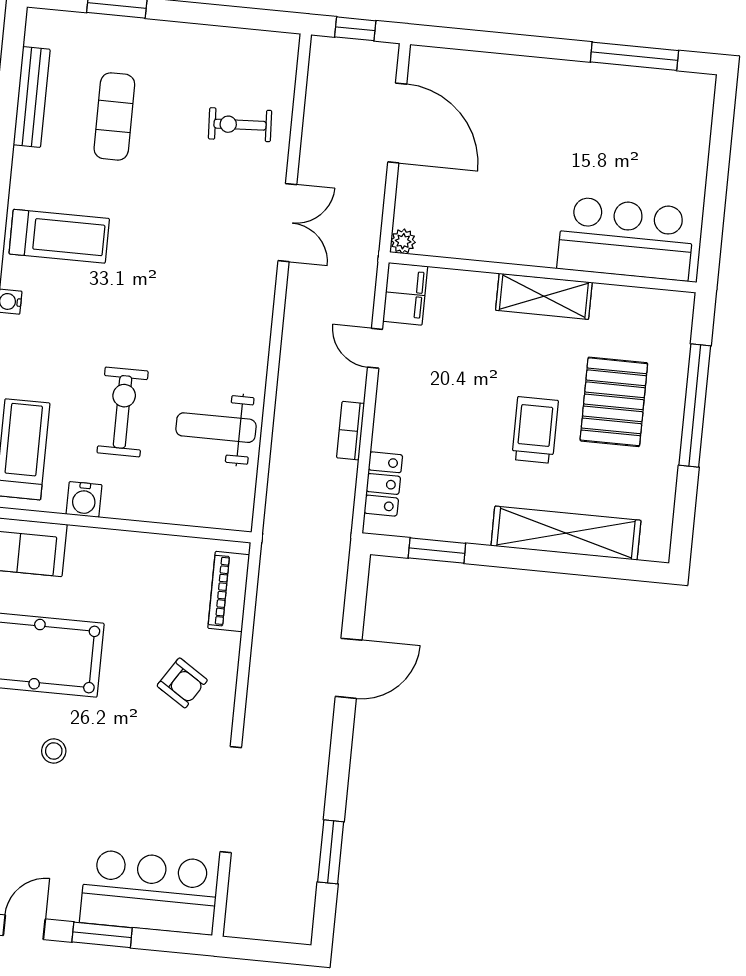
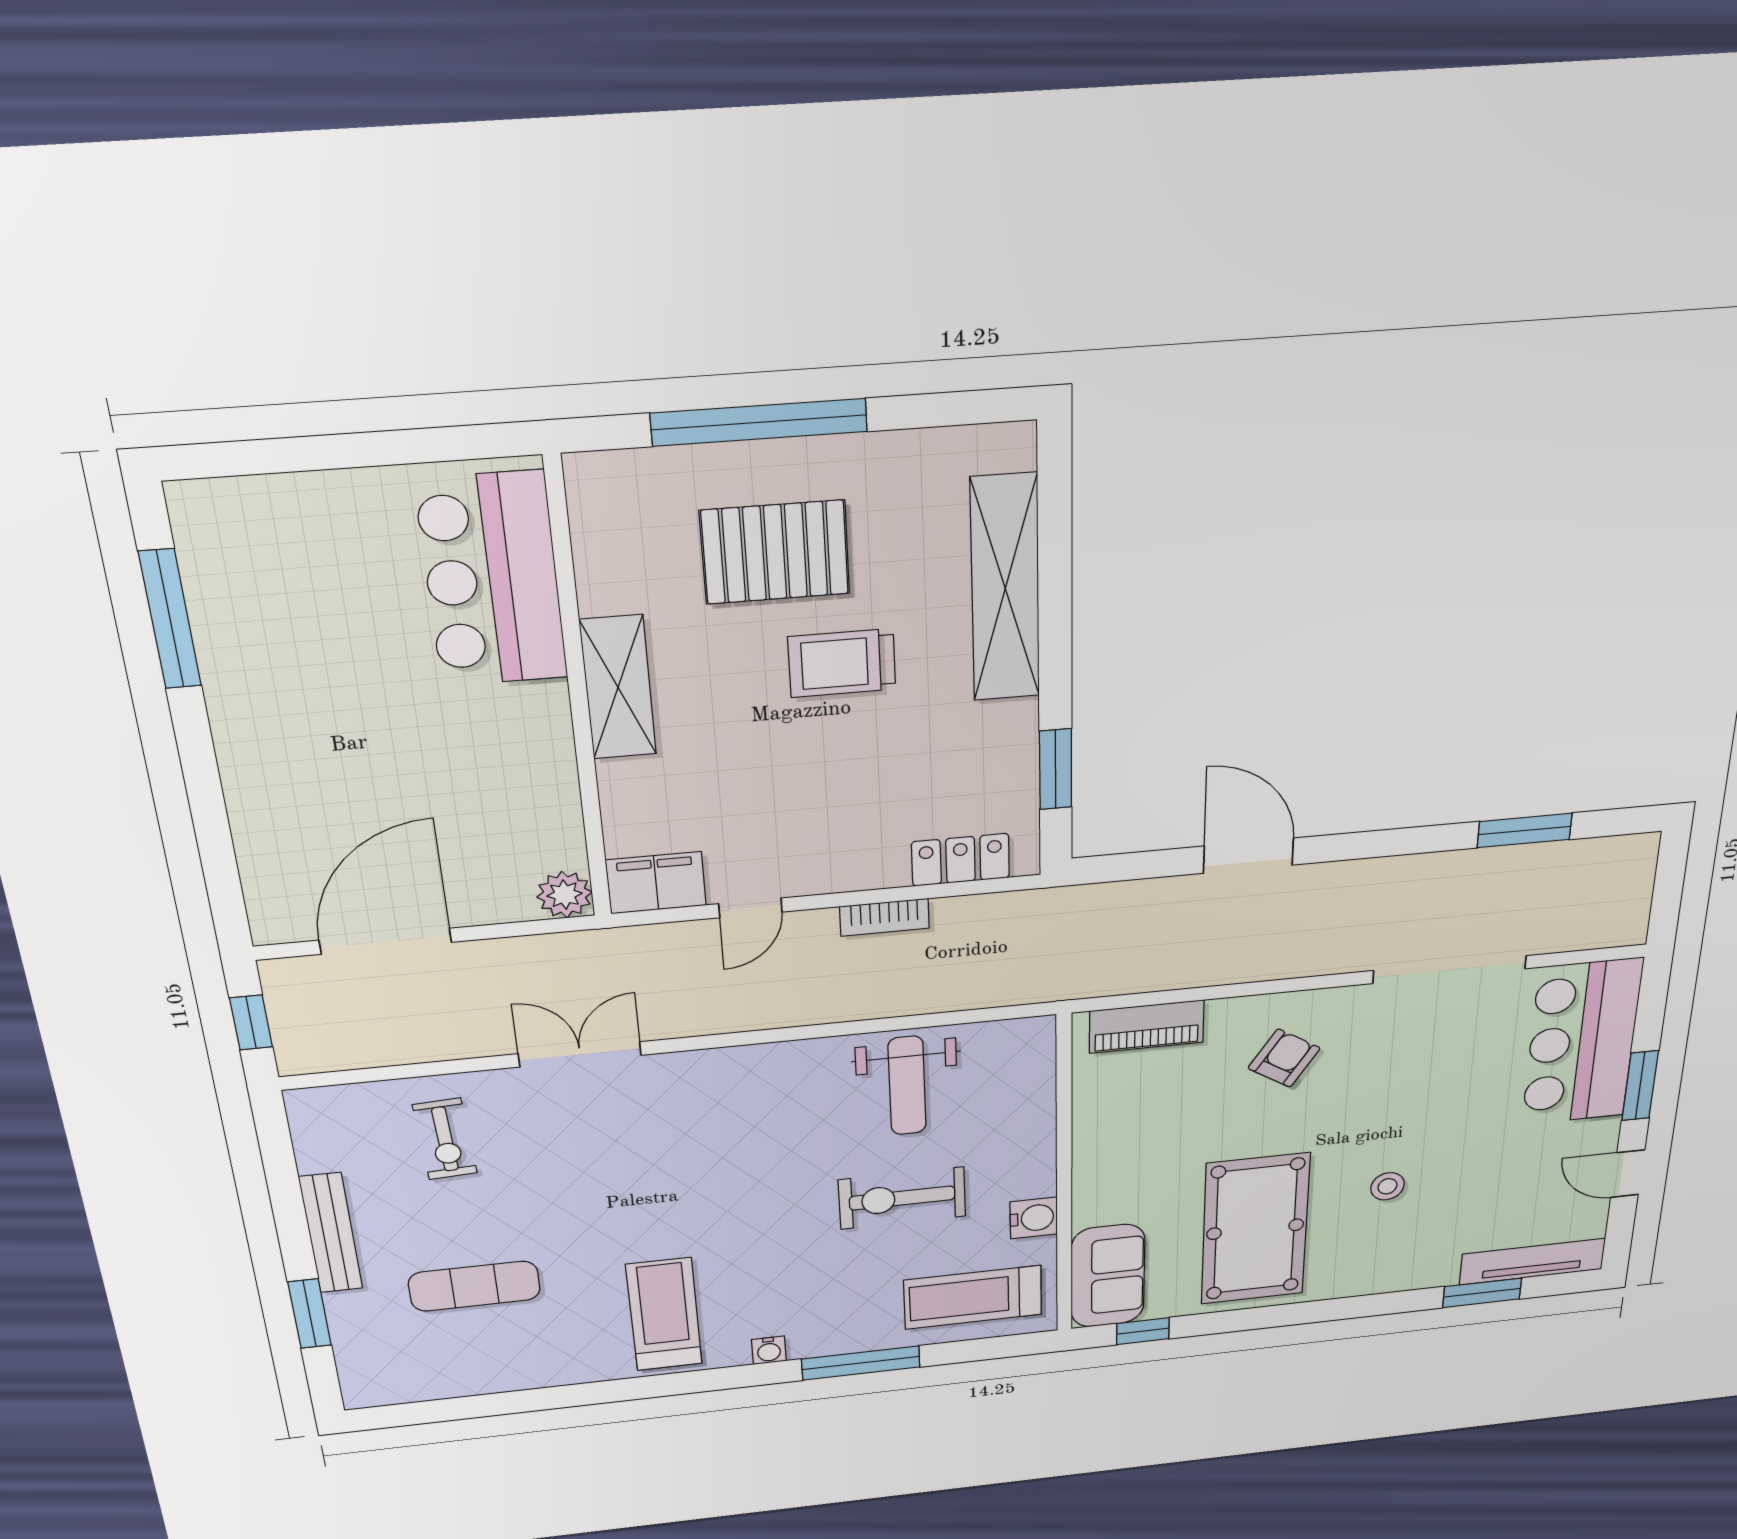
bench: (32, 97) -> (331, 1233), moved, turned 90
plant: (403, 241) -> (565, 895), width x1.38, depth x1.38

